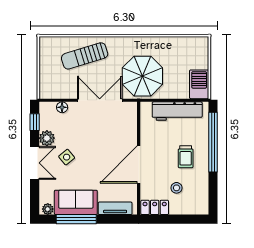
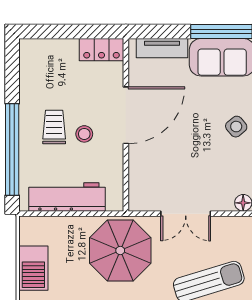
barbecue: (199, 84) -> (33, 268), moved
double door: (100, 100) -> (186, 214), width x0.73
stool: (177, 188) -> (84, 134), moved

